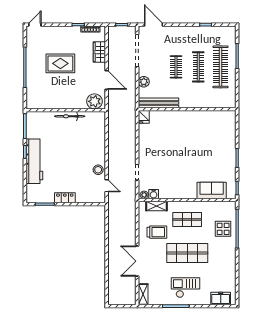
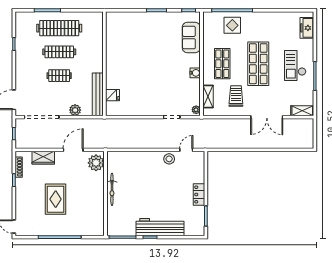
fridge: (144, 117) -> (113, 95), moved
water cooler: (154, 194) -> (195, 73), moved

